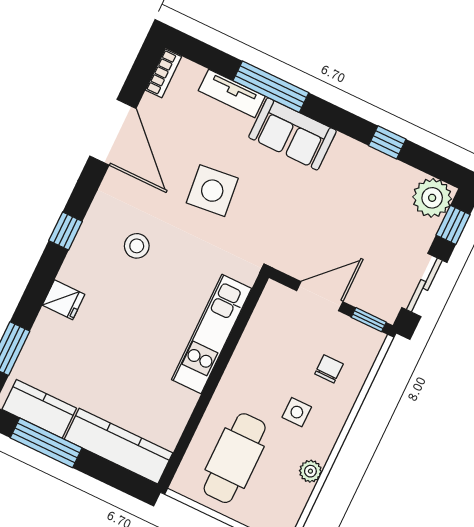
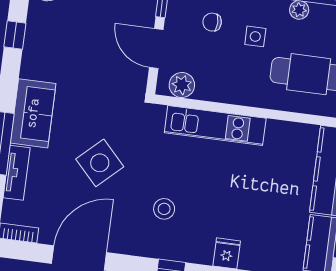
side table: (212, 191) -> (100, 163), turned -37
plant: (269, 312) -> (182, 85), added

